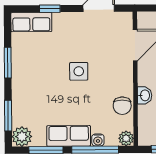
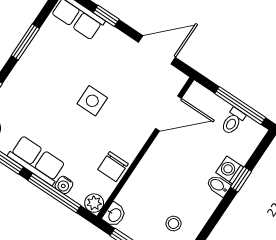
washbasin: (145, 95) -> (114, 215), moved

